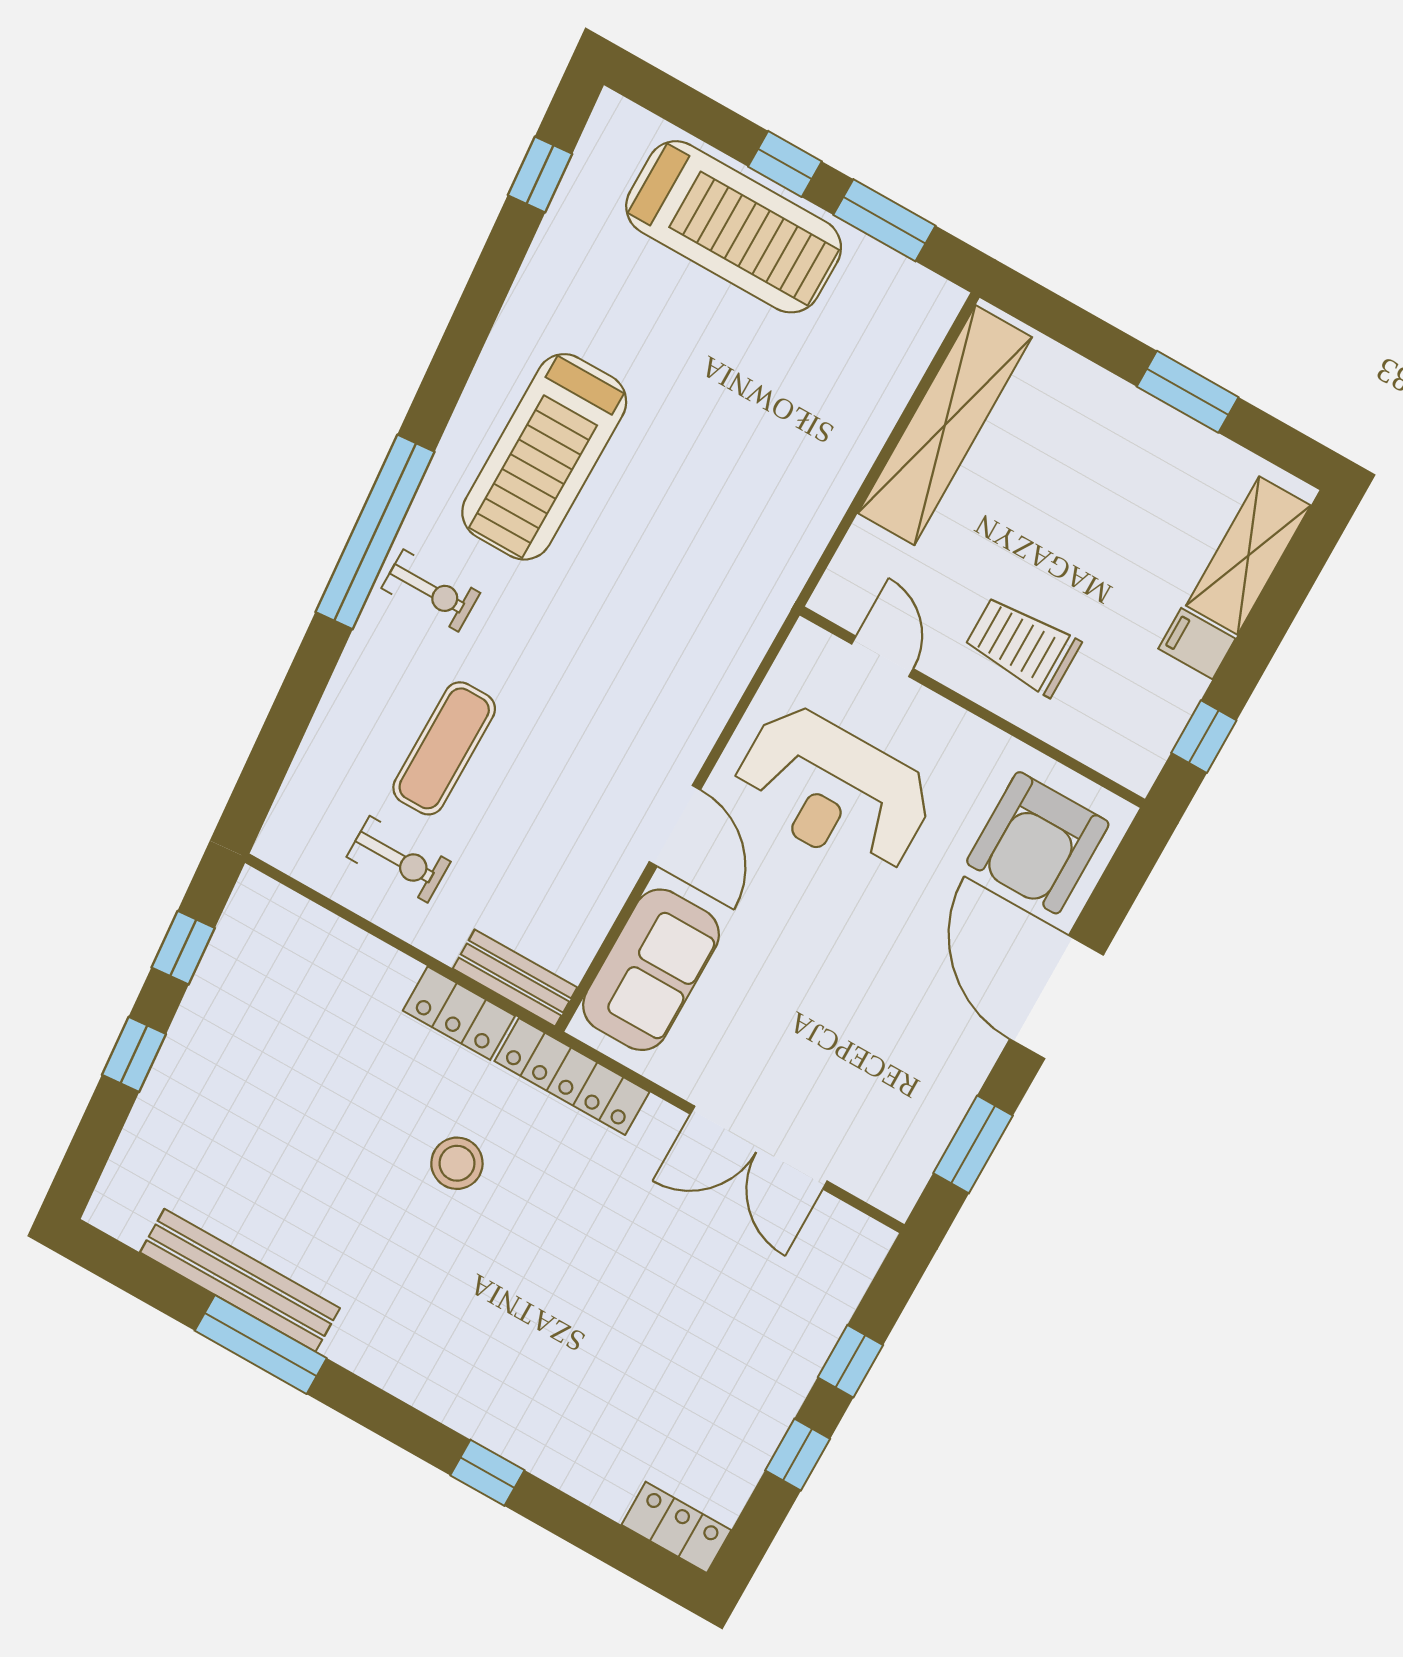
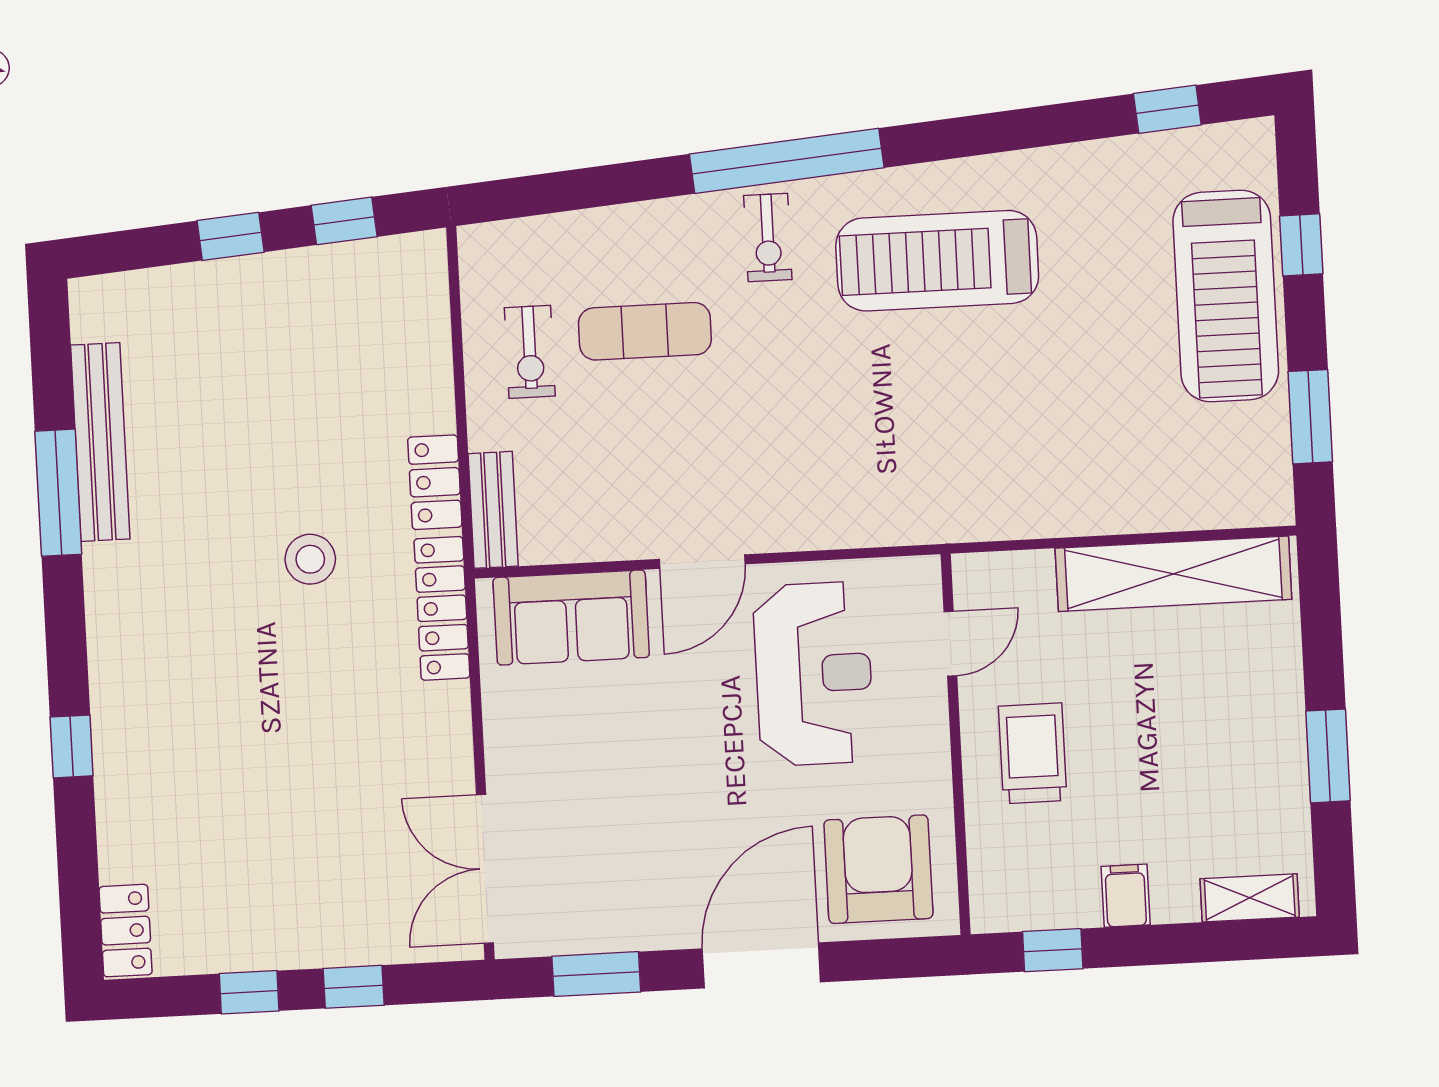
window: (785, 164) -> (1301, 245), moved
shelving: (1248, 556) -> (1250, 898), width x0.67, depth x0.75
reception desk: (833, 791) -> (814, 674), turned 180
armchair: (1038, 843) -> (878, 869), turned 90
double door: (759, 1148) -> (485, 869), moved

